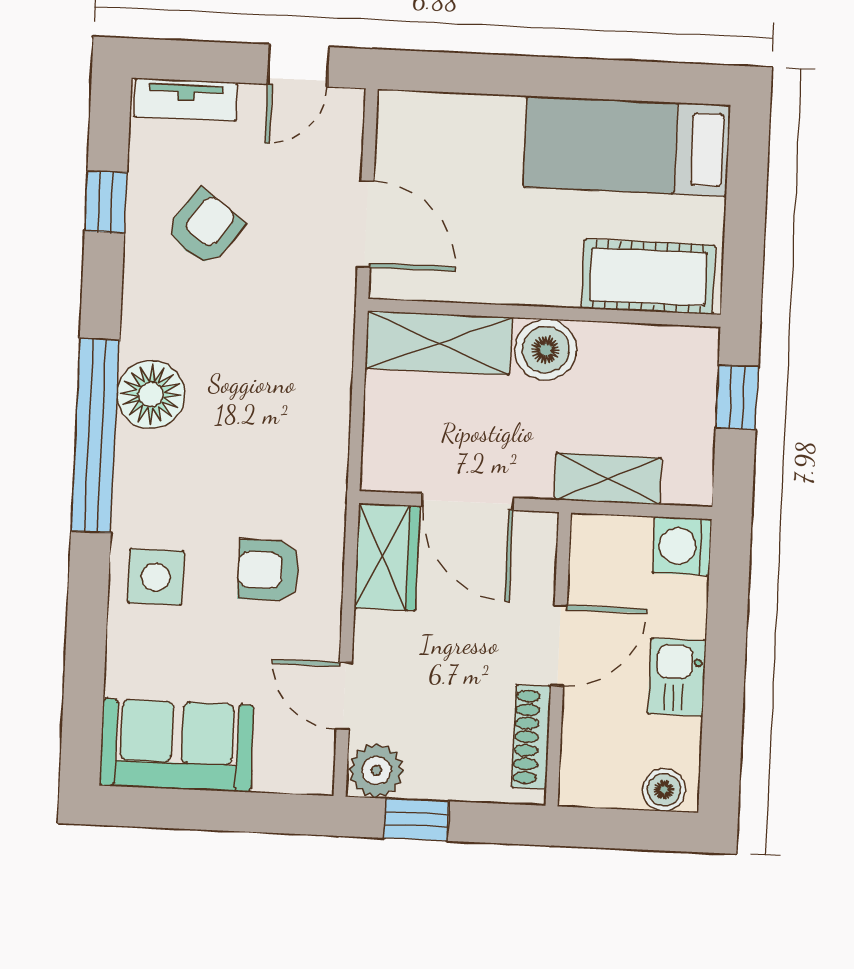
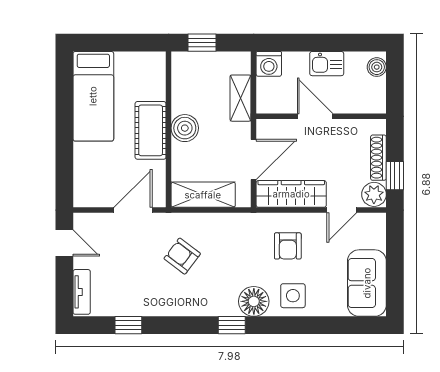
armchair: (205, 228) -> (182, 256), moved
cot: (648, 277) -> (151, 130), moved
shelving: (439, 343) -> (203, 195), moved, turned 90
floor lamp: (151, 394) -> (254, 301), moved
window: (95, 436) -> (232, 325), width x0.32
wardrobe: (387, 557) -> (291, 194), width x1.50
shoe rack: (531, 737) -> (378, 158), moved, turned 90

